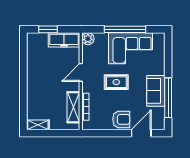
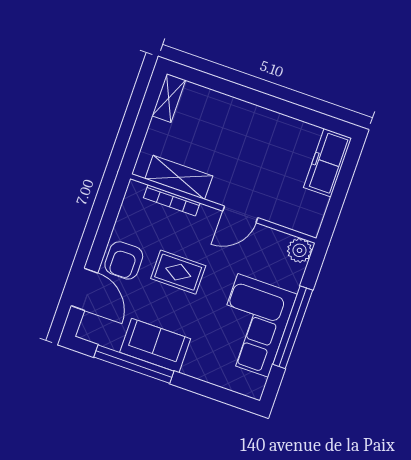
window: (48, 29) -> (344, 181), removed
freezer: (64, 40) -> (328, 163), moved
door: (81, 72) -> (240, 214), swing flipped
rug: (116, 82) -> (178, 272), moved, turned 90

